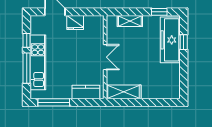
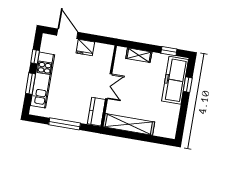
window: (27, 68) -> (30, 84), width x0.69
kitchen counter: (86, 92) -> (96, 112), moved, turned -90
shelving: (124, 92) -> (129, 124), width x1.47
window: (54, 102) -> (65, 124), moved

